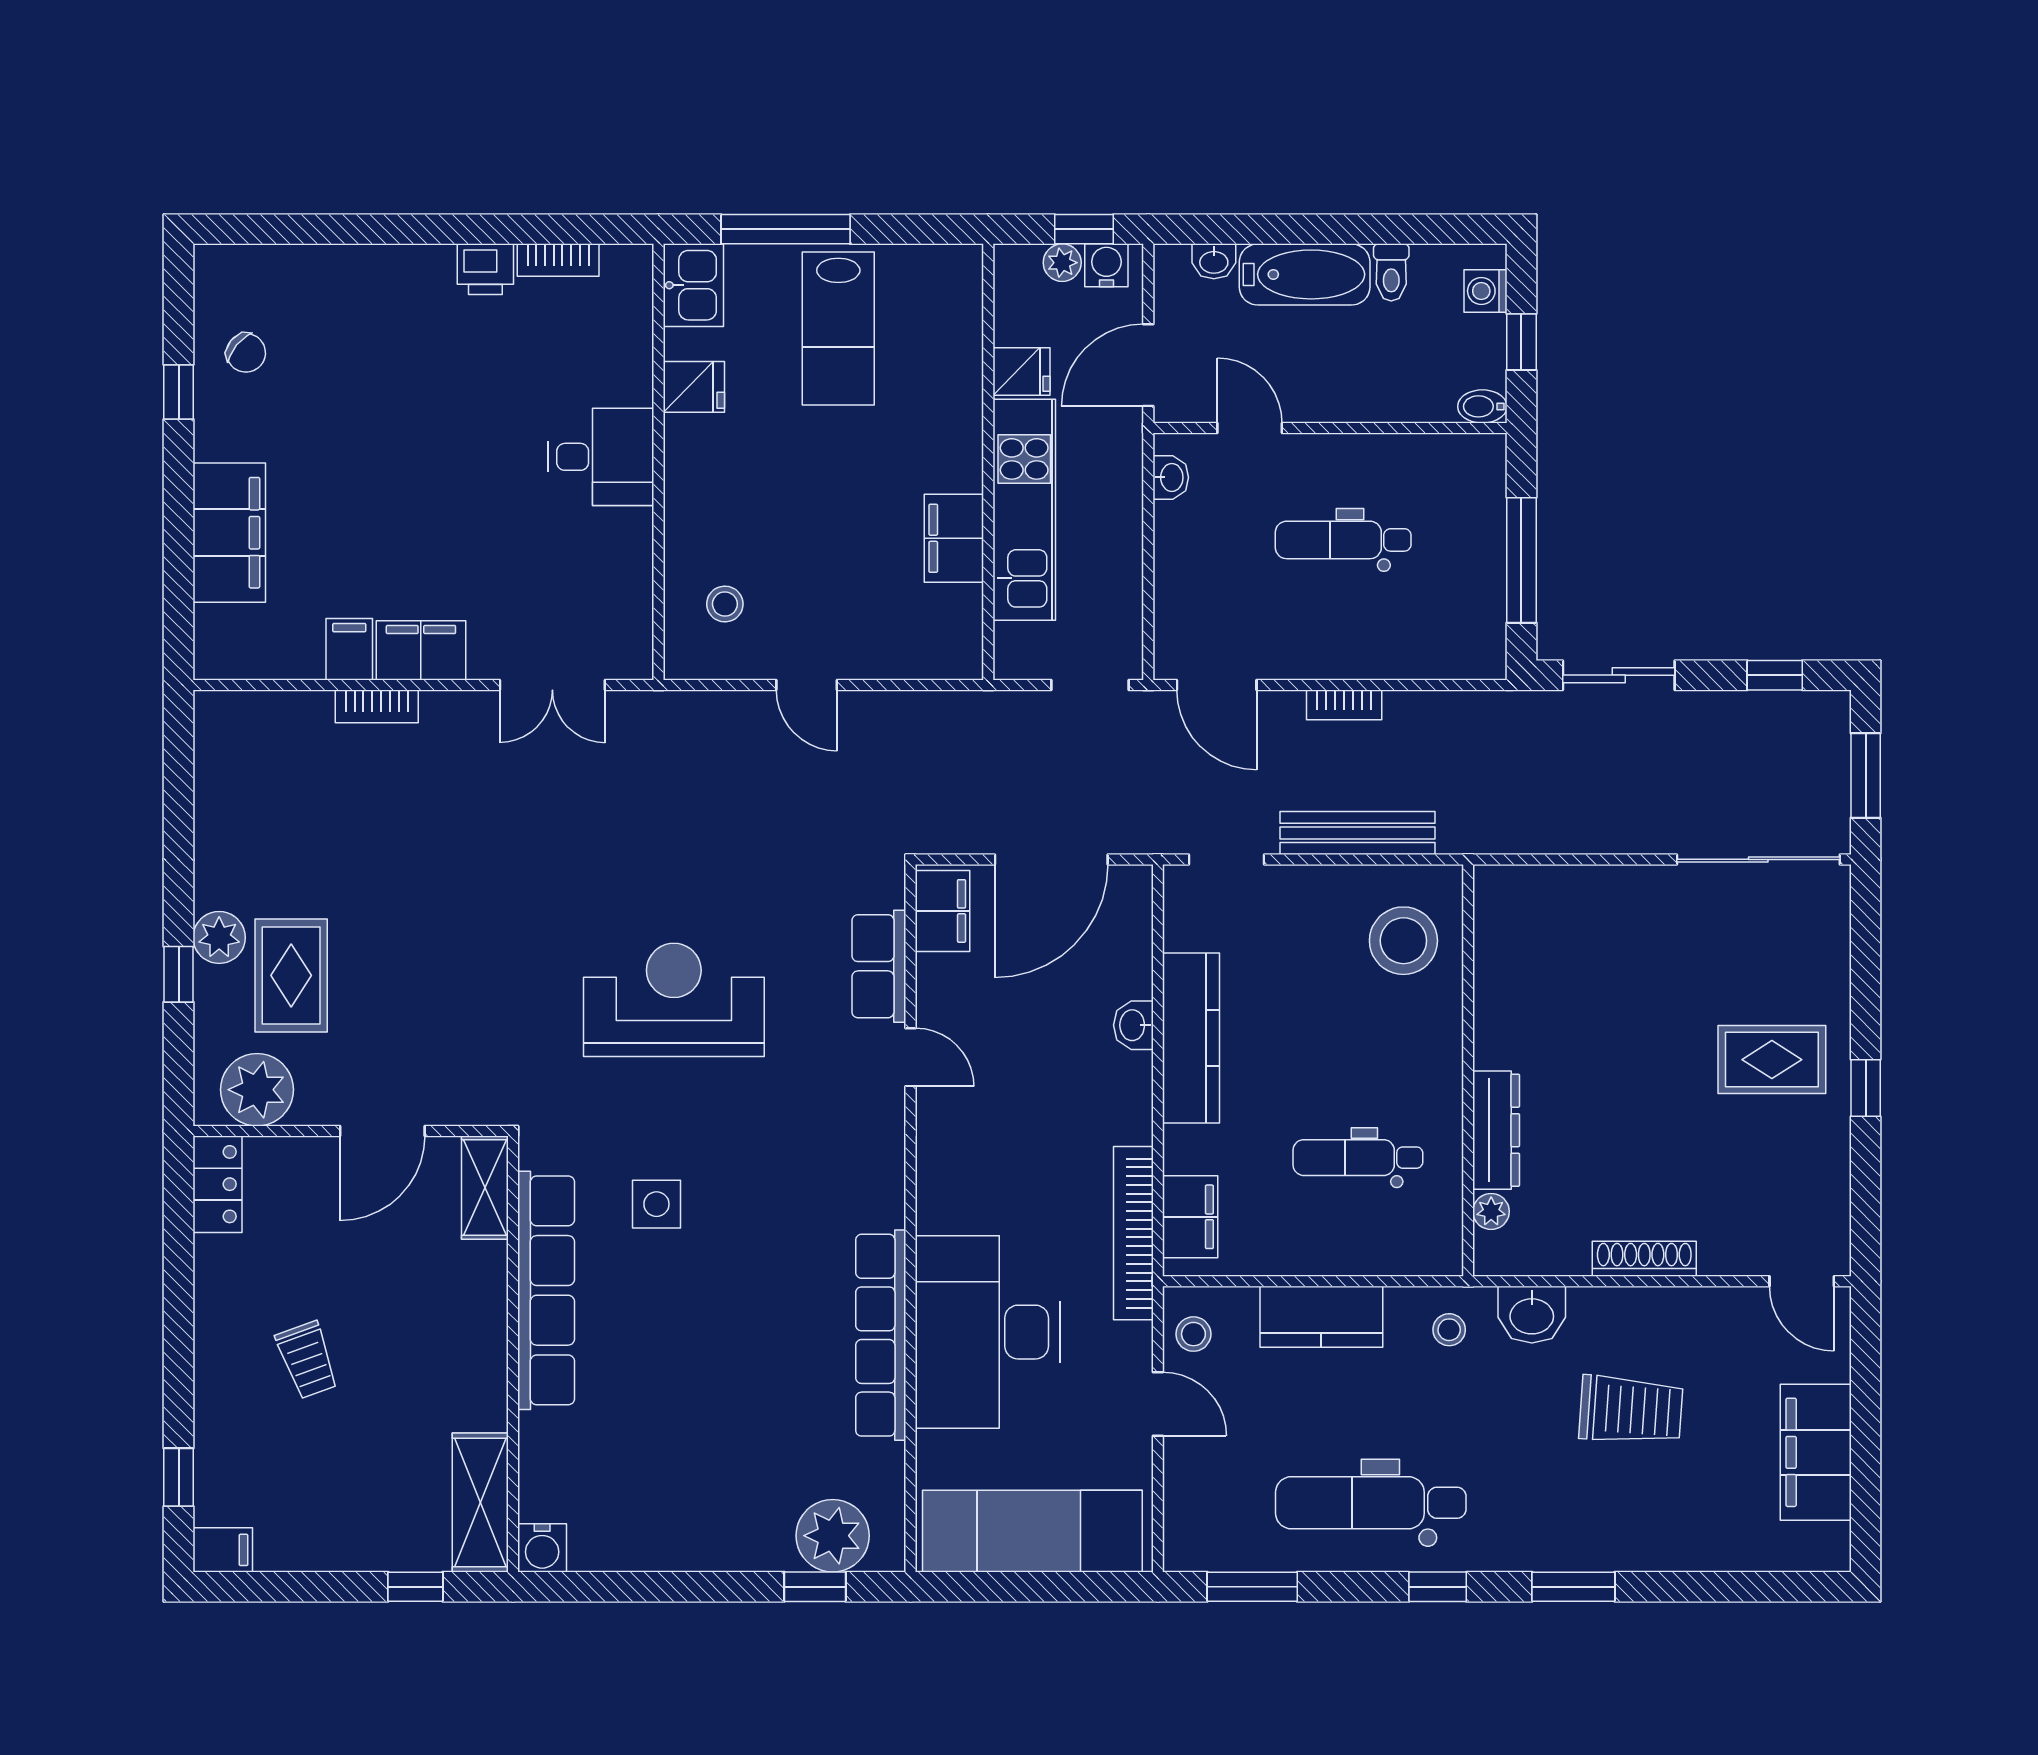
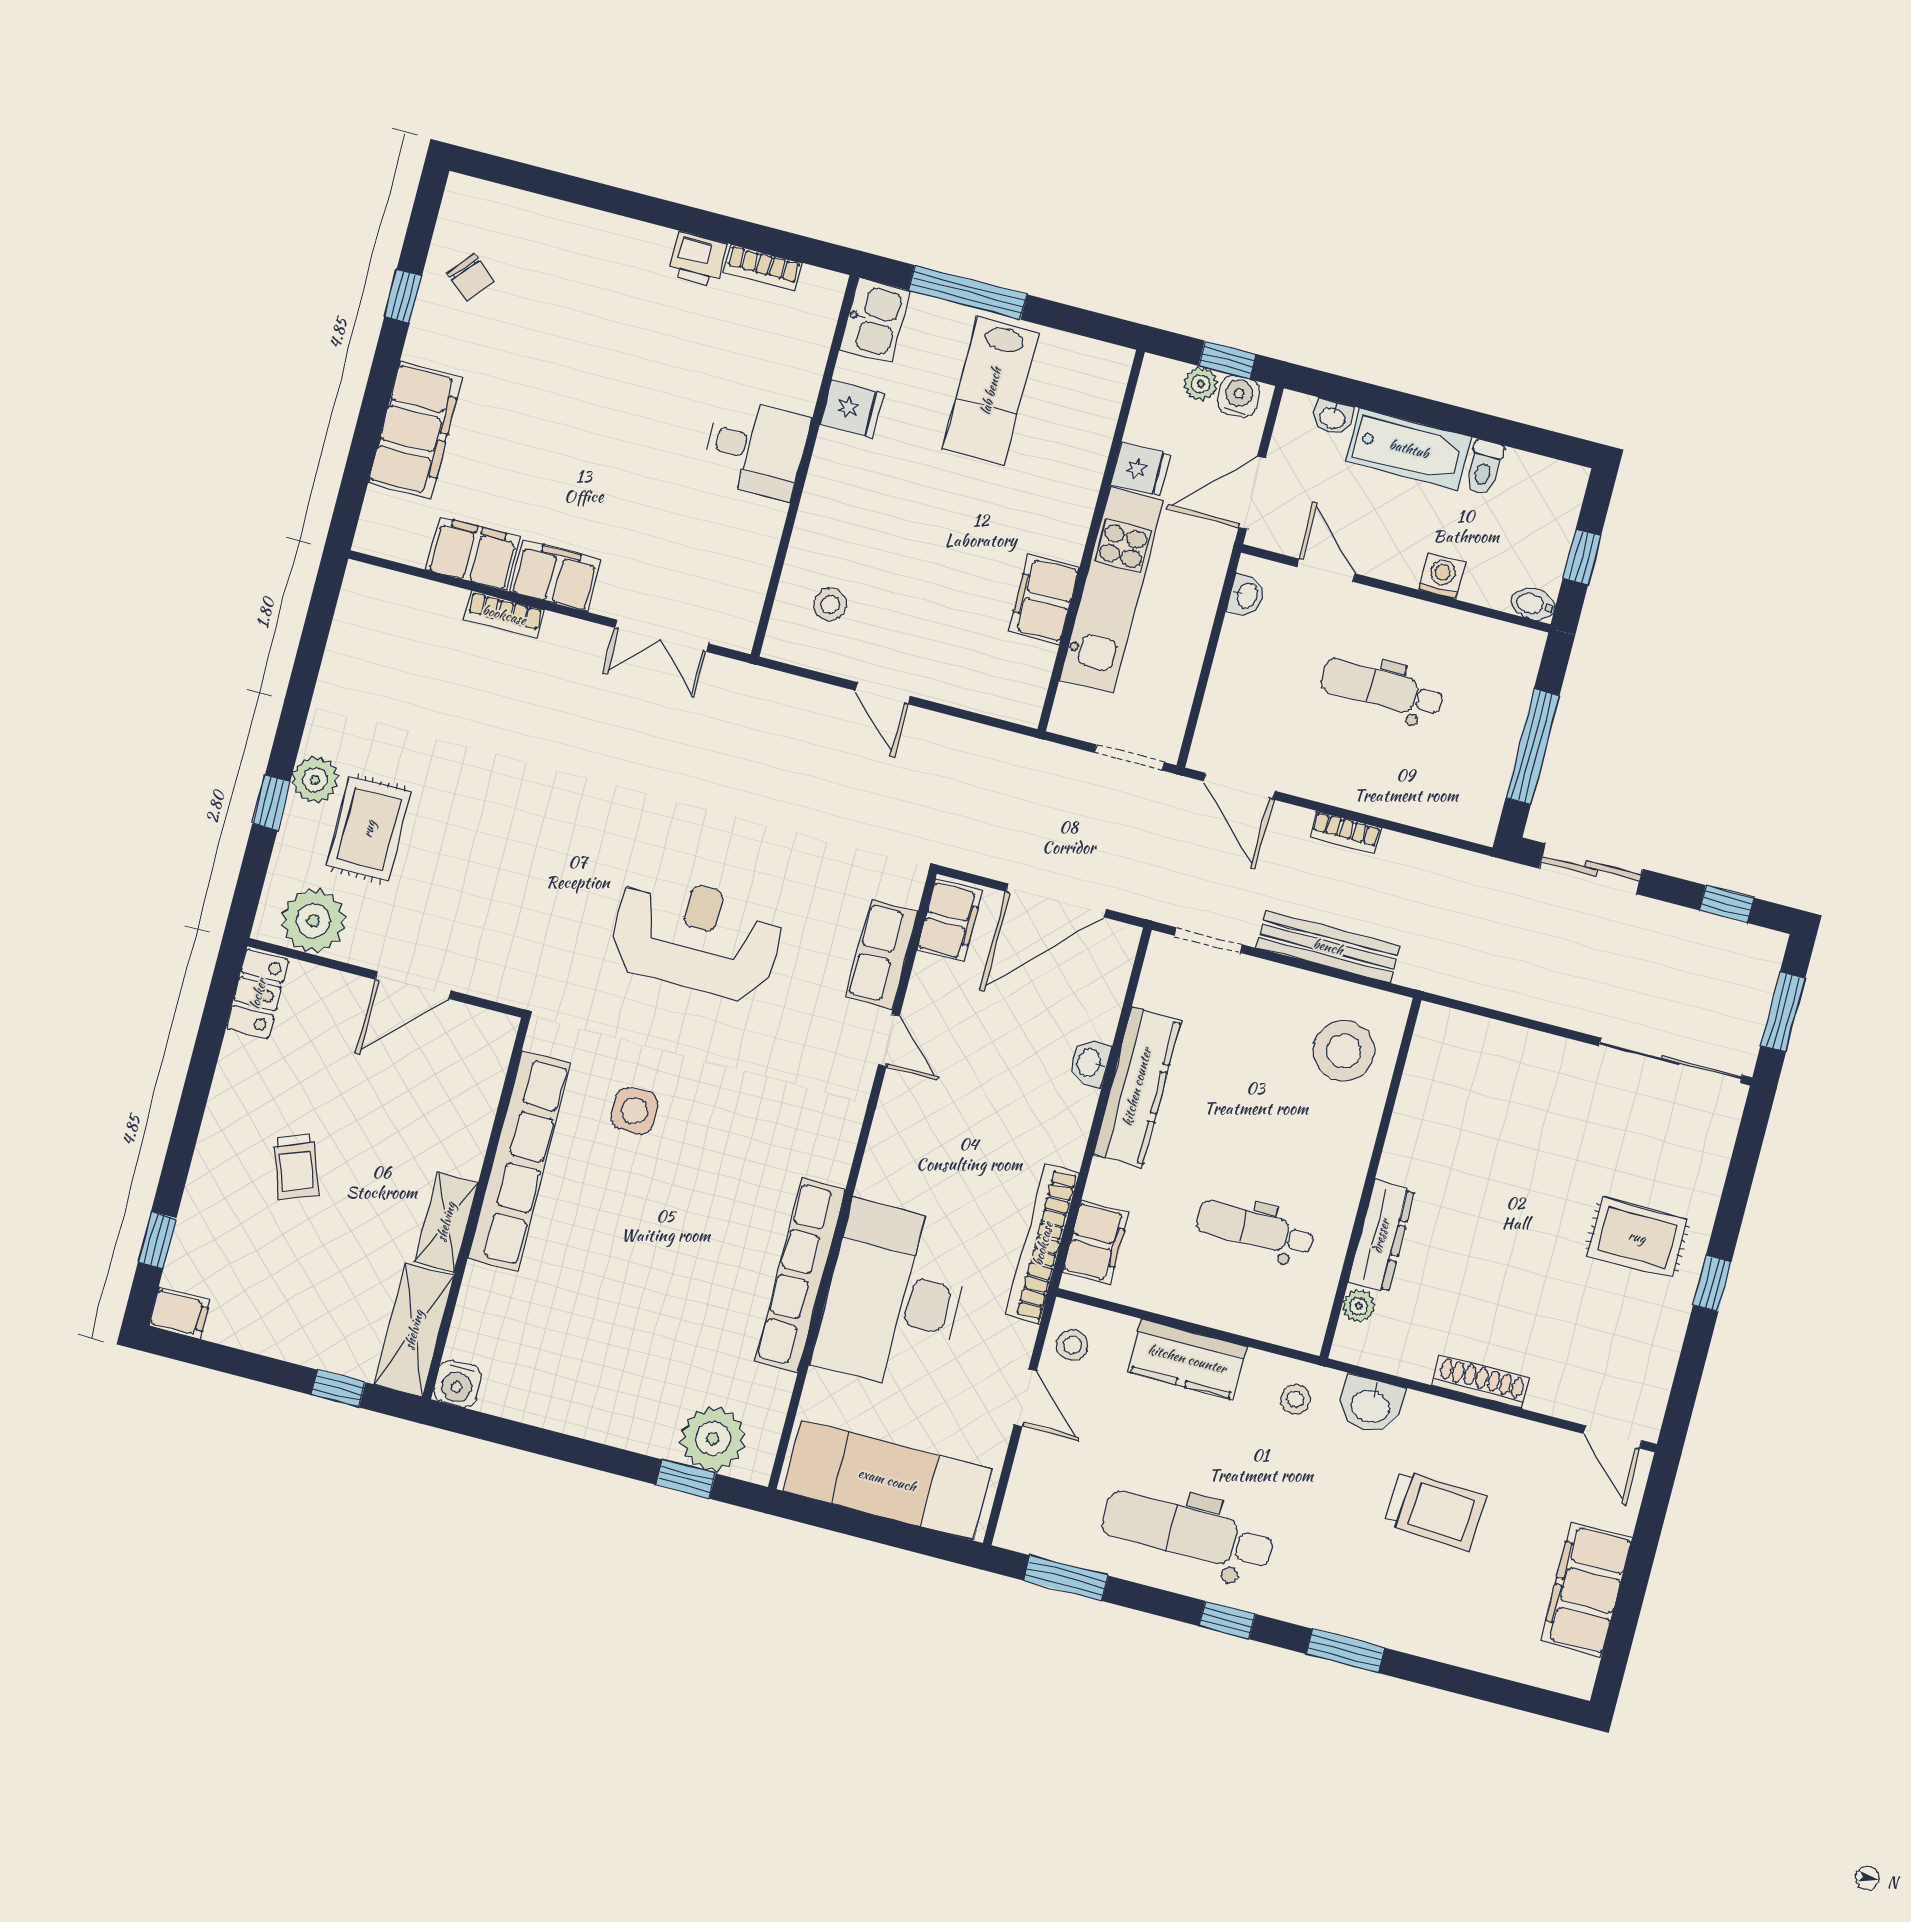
washing machine: (1486, 291) -> (1442, 576), moved, turned 90
filing cabinet: (349, 649) -> (473, 553), width x2.00
shelving: (485, 1188) -> (446, 1222), moved

